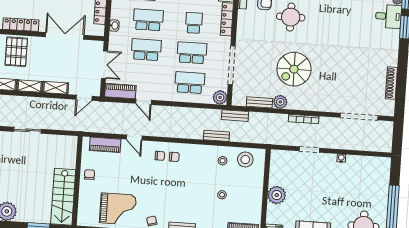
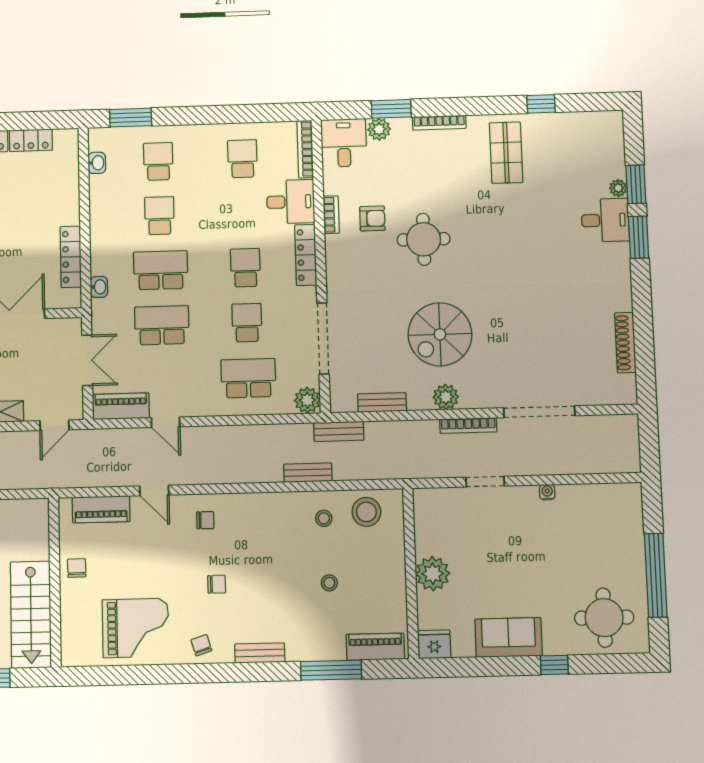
school desk: (192, 53) -> (247, 323), width x0.54
plant: (280, 102) -> (446, 397), moved
doorway: (359, 117) -> (539, 412), moved
chair: (174, 157) -> (217, 584), moved

